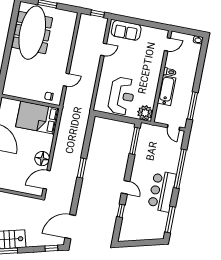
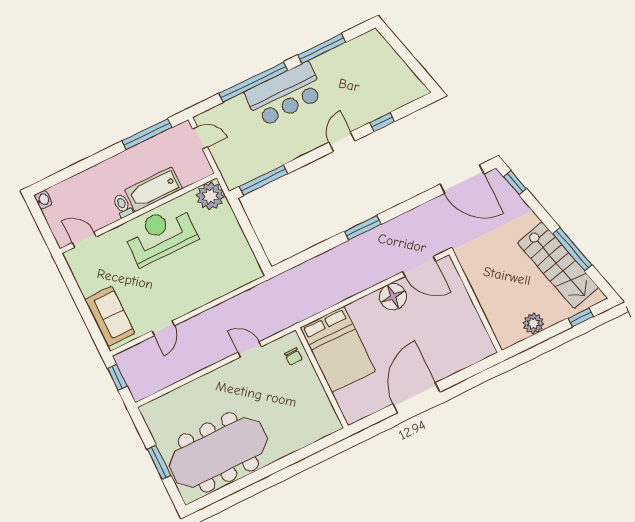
door: (104, 49) -> (163, 328), swing flipped
reception desk: (122, 96) -> (160, 235), moved
door: (174, 127) -> (200, 138), hinge flipped
bar counter: (162, 191) -> (285, 94), moved
window: (170, 220) -> (322, 48), moved

